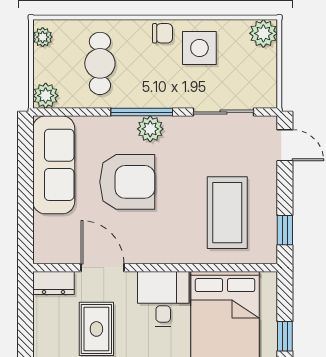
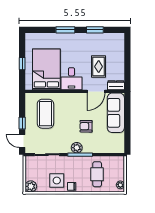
plant: (46, 96) -> (119, 161), removed
sofa: (54, 165) -> (116, 113), moved
armchair: (127, 182) -> (86, 126), width x0.53, depth x0.53
window: (285, 230) -> (22, 123), moved
door: (103, 268) -> (96, 91), hinge flipped

